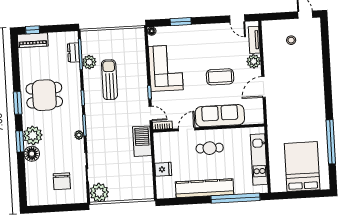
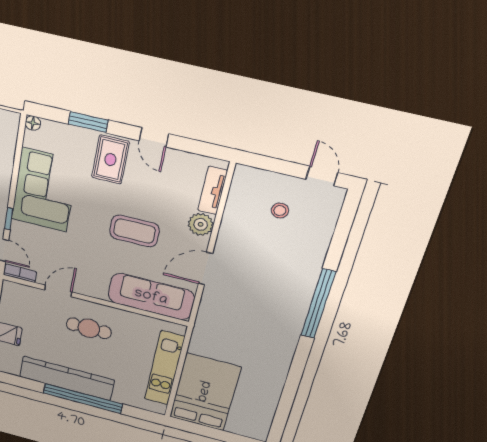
door: (237, 18) -> (154, 137), moved
rug: (197, 39) -> (110, 160), added
sofa: (220, 116) -> (151, 297), moved
window: (331, 142) -> (318, 304), moved
bed: (302, 167) -> (205, 392), moved
window: (235, 198) -> (83, 398), moved

